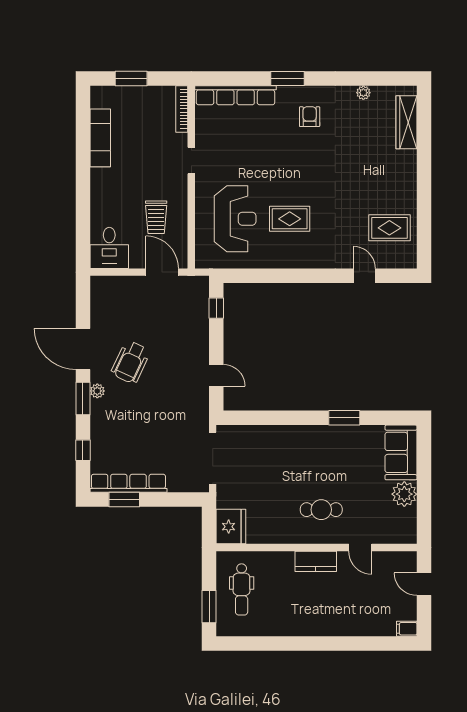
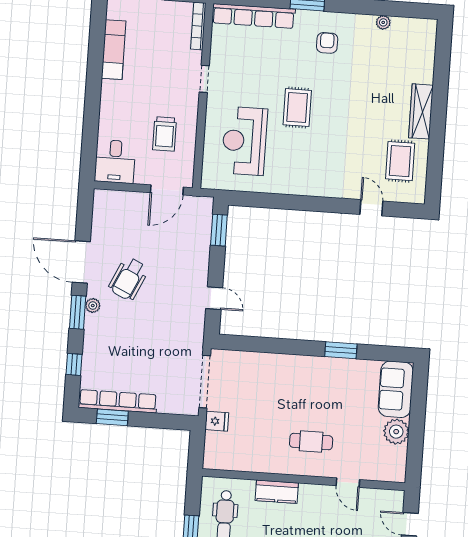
wardrobe: (407, 122) -> (421, 111), moved
reception desk: (235, 219) -> (244, 141), turned 180
rug: (290, 219) -> (297, 108), moved, turned 90
rug: (389, 228) -> (400, 161), turned 90
door: (162, 272) -> (167, 190), swing flipped
window: (216, 308) -> (219, 230), width x1.50
fridge: (231, 527) -> (217, 421), moved, width x0.53, depth x0.75
kitchen counter: (316, 561) -> (277, 492), moved

